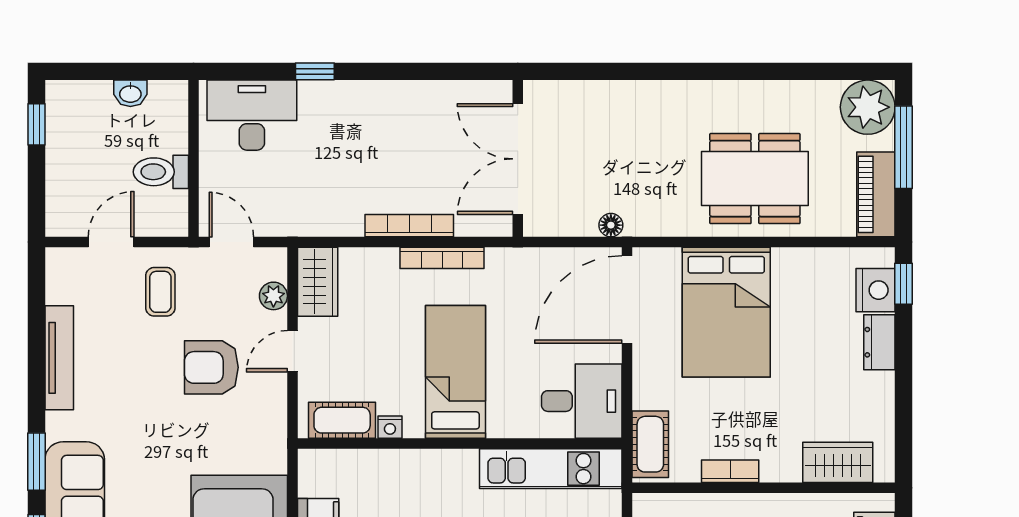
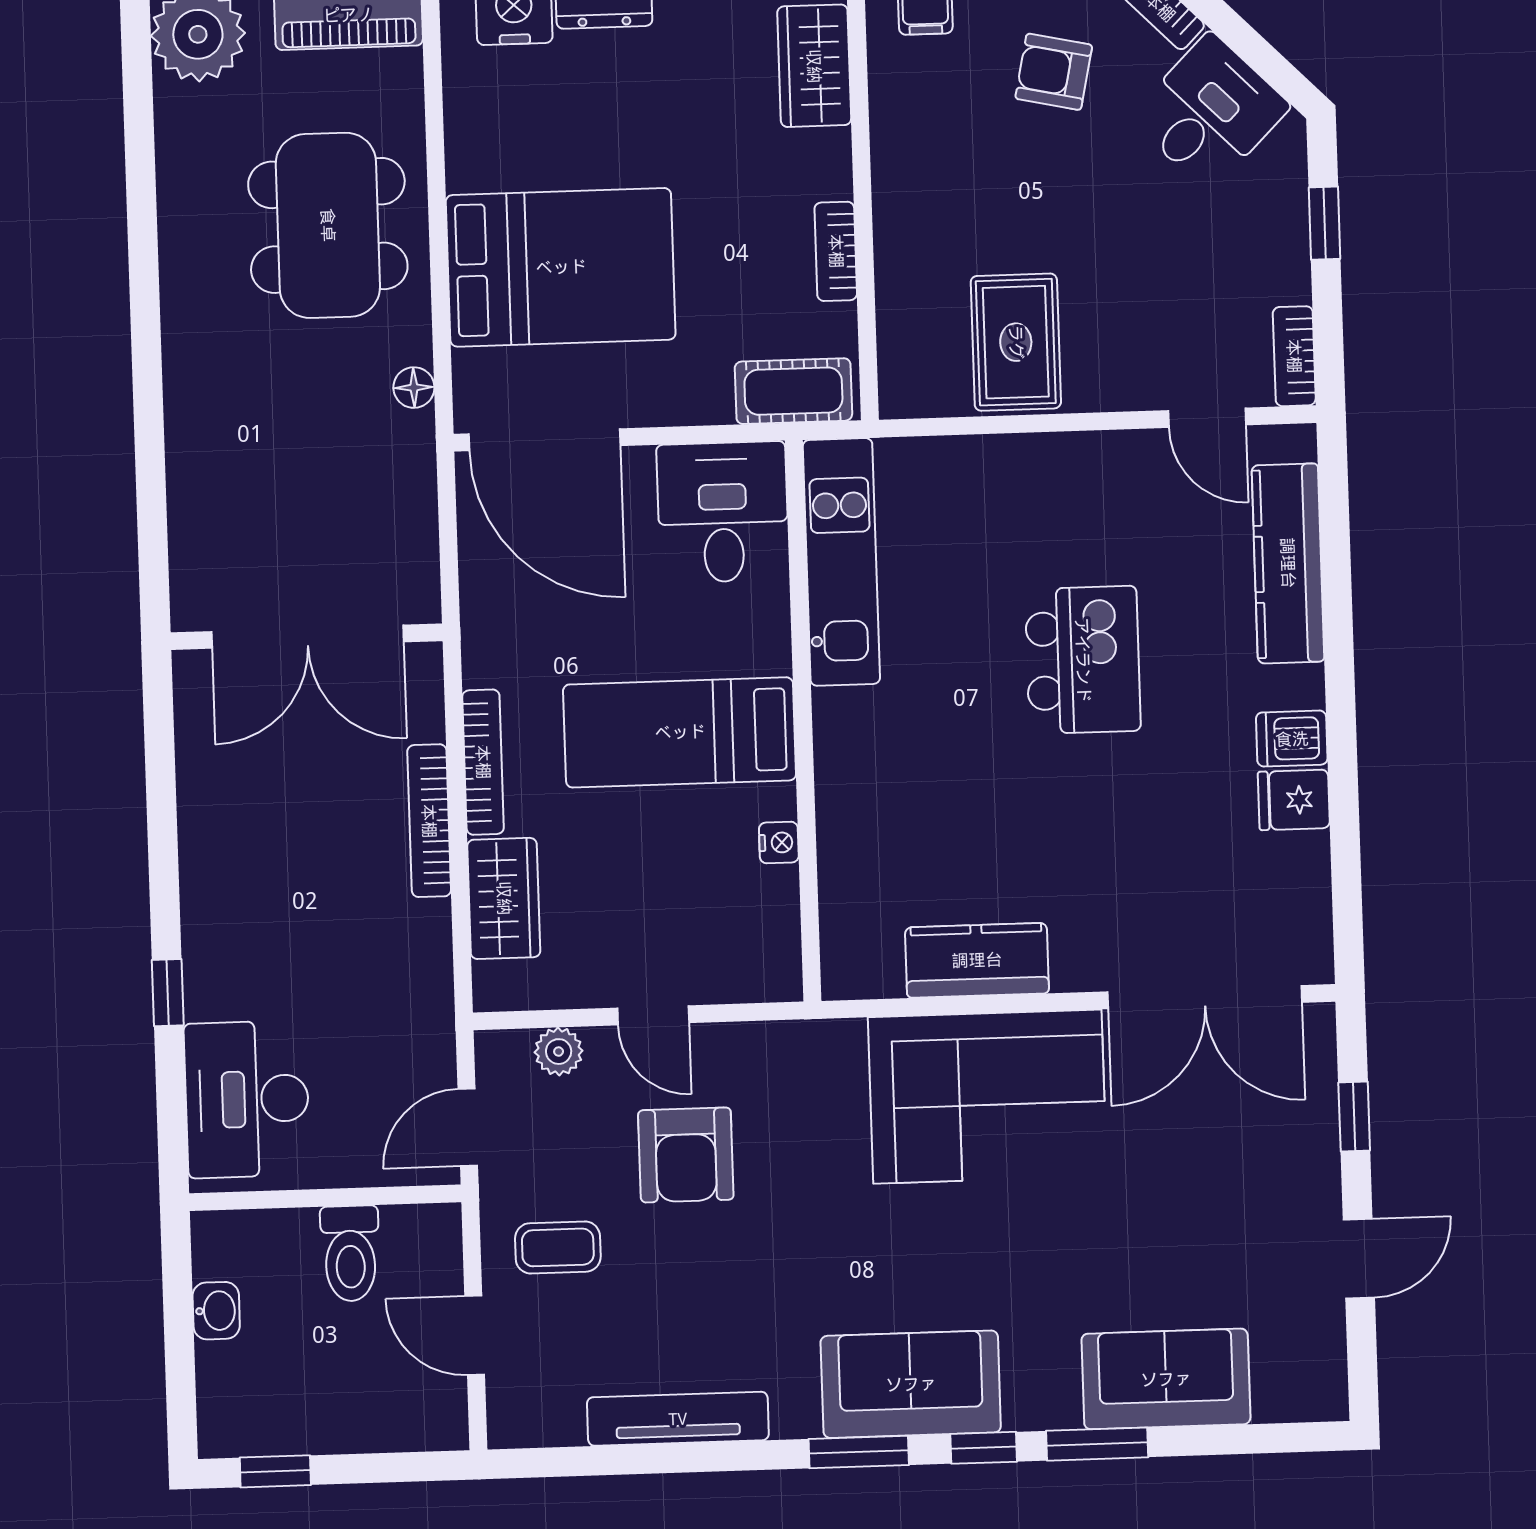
floor lamp: (611, 225) -> (414, 388), moved
wardrobe: (318, 282) -> (504, 898), moved, turned 90
cot: (342, 420) -> (770, 926), removed

